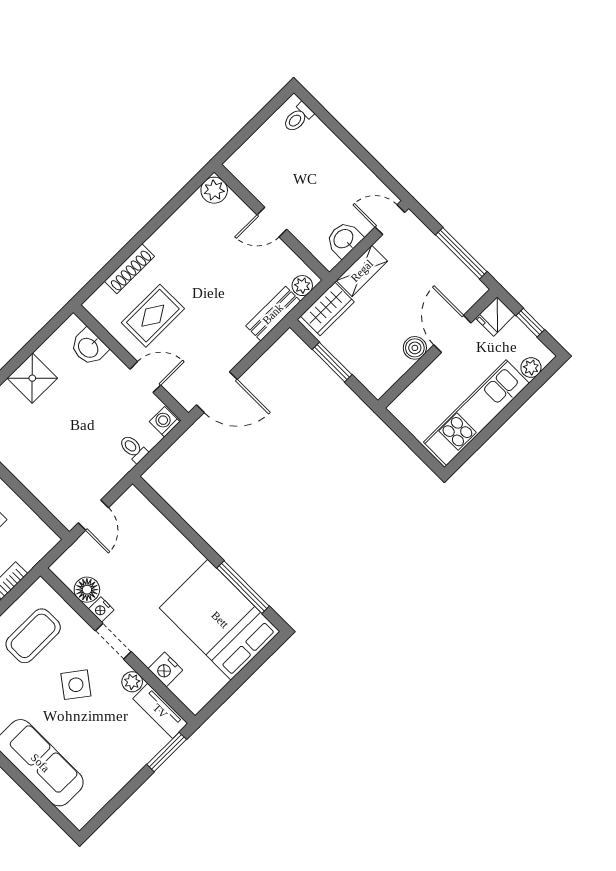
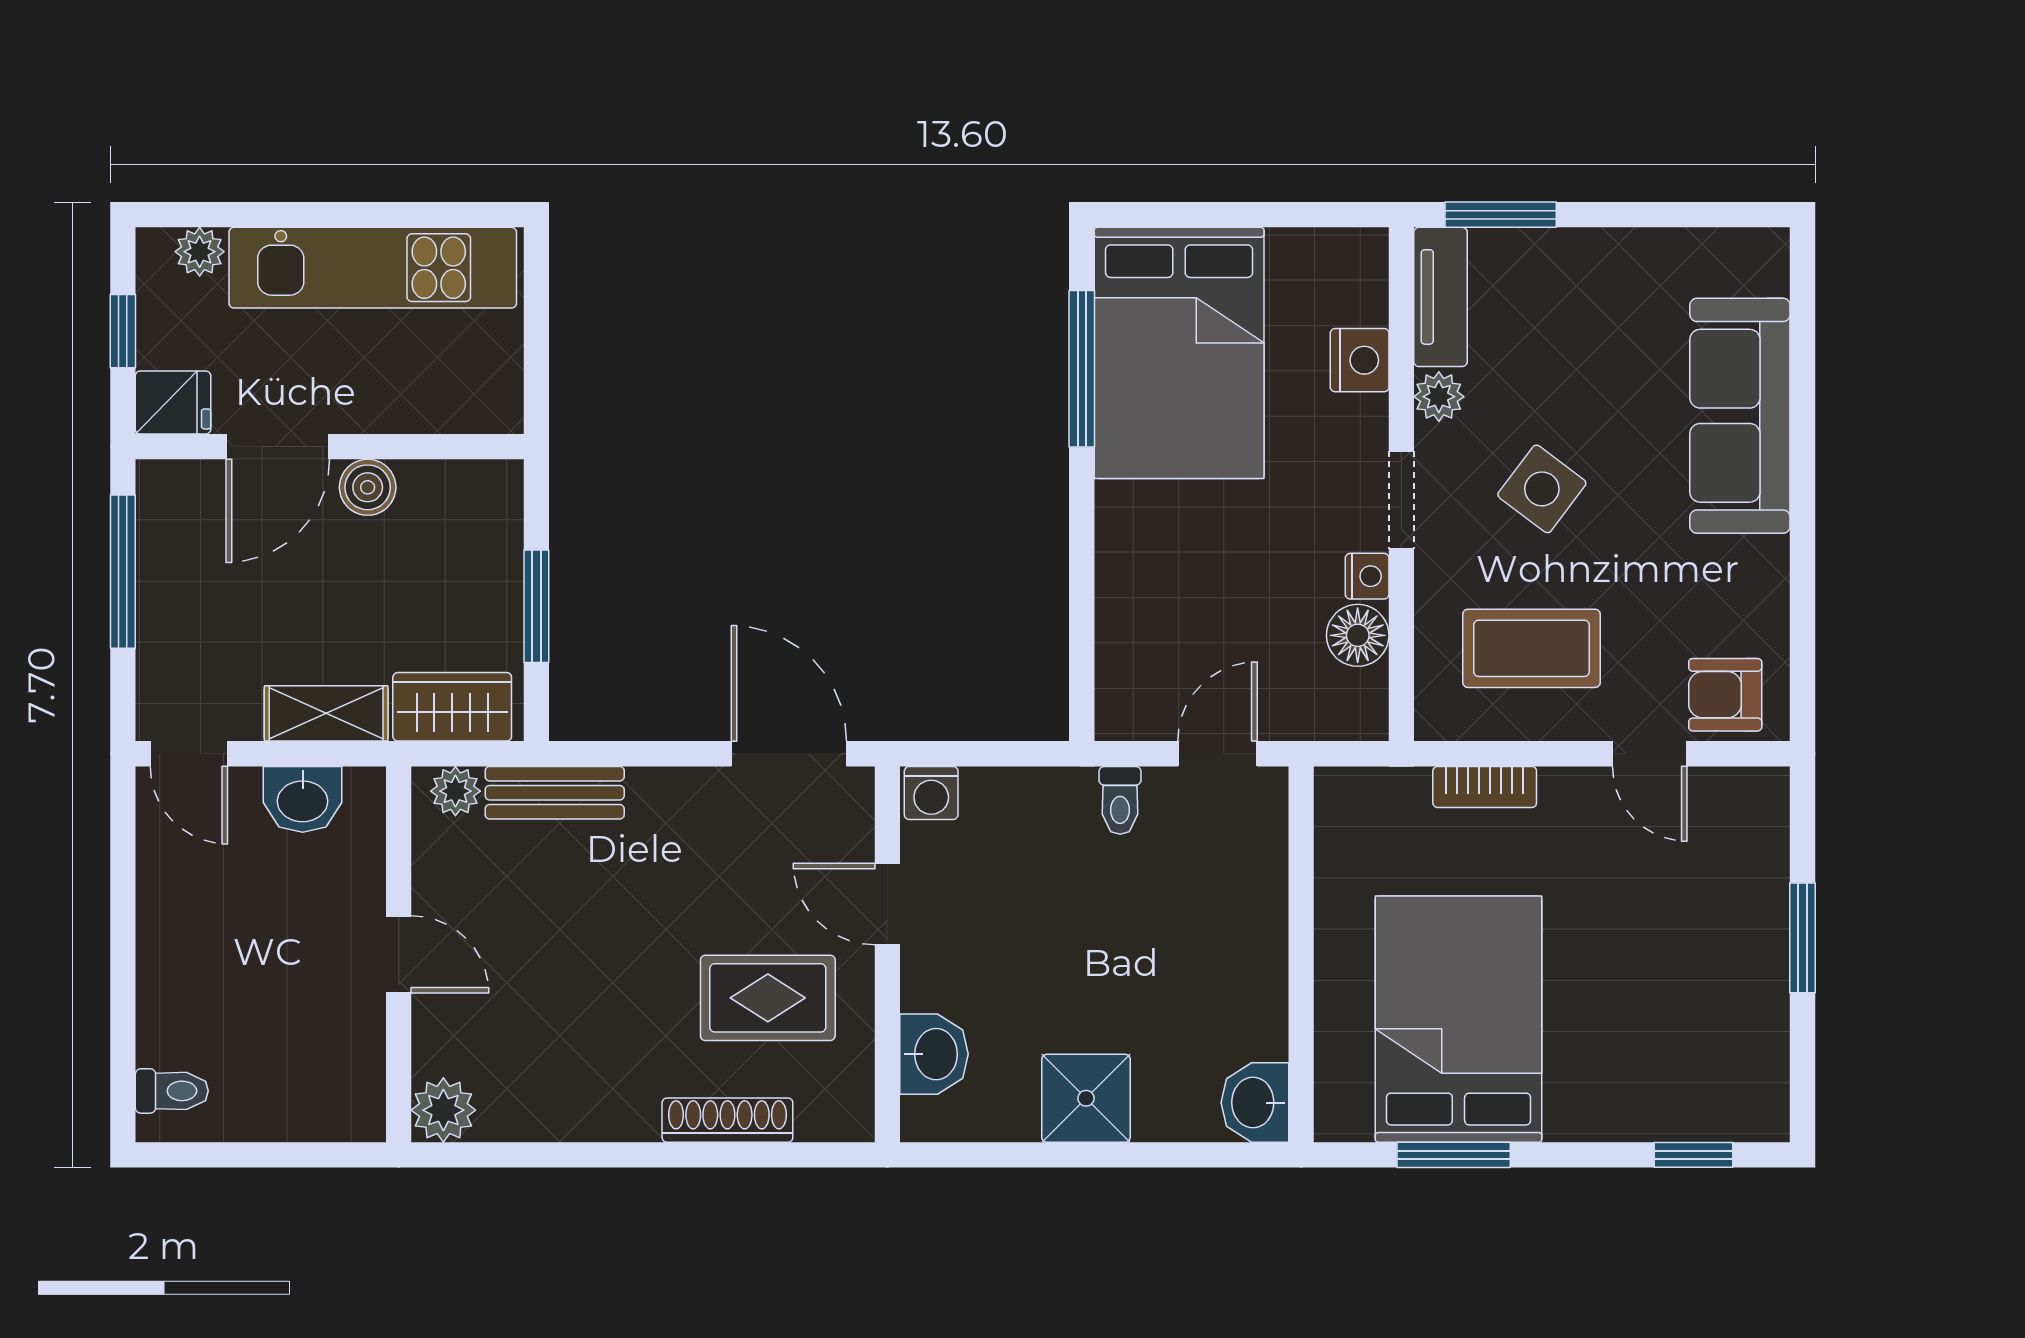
toilet: (133, 449) -> (1120, 800), moved

